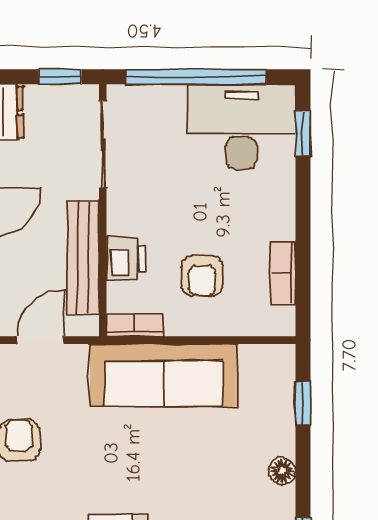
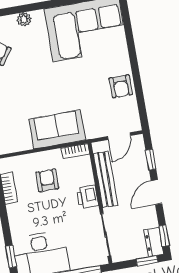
window: (60, 77) -> (147, 261), moved
printer: (126, 259) -> (87, 197), moved
sofa: (164, 375) -> (57, 130), width x0.73

